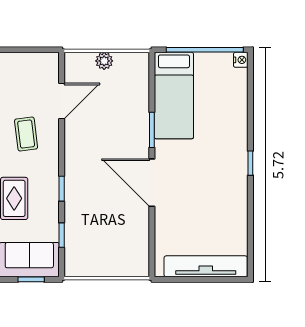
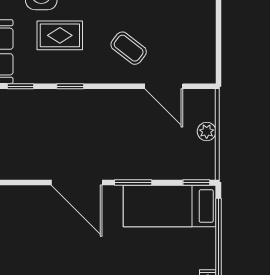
window: (152, 71) -> (196, 183), added
coffee table: (26, 134) -> (129, 48), turned 45
door: (152, 183) -> (77, 183), swing flipped

